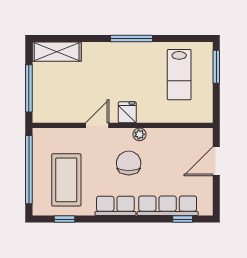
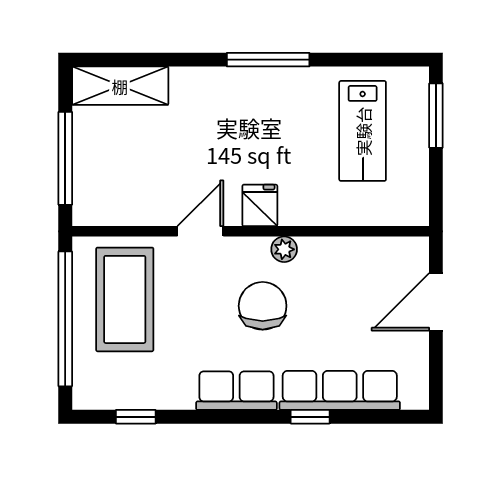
coffee table: (66, 180) -> (125, 299), moved
window: (183, 219) -> (310, 417), moved

